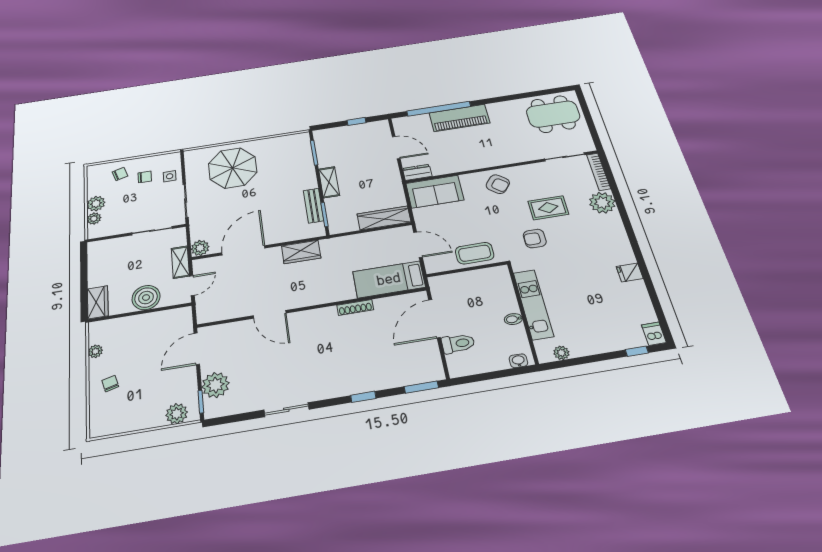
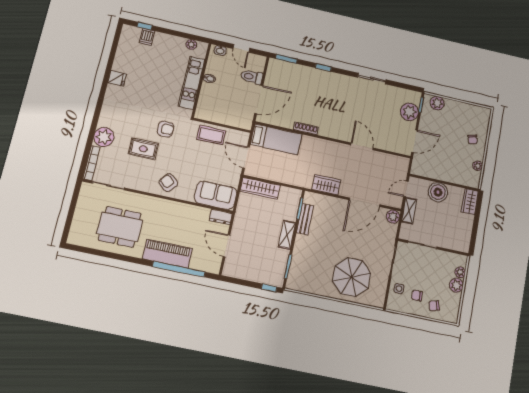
dining table: (553, 114) -> (120, 227), moved
window: (357, 121) -> (269, 288), moved
dishwasher: (654, 334) -> (147, 37), moved
door: (491, 376) -> (241, 48), added

